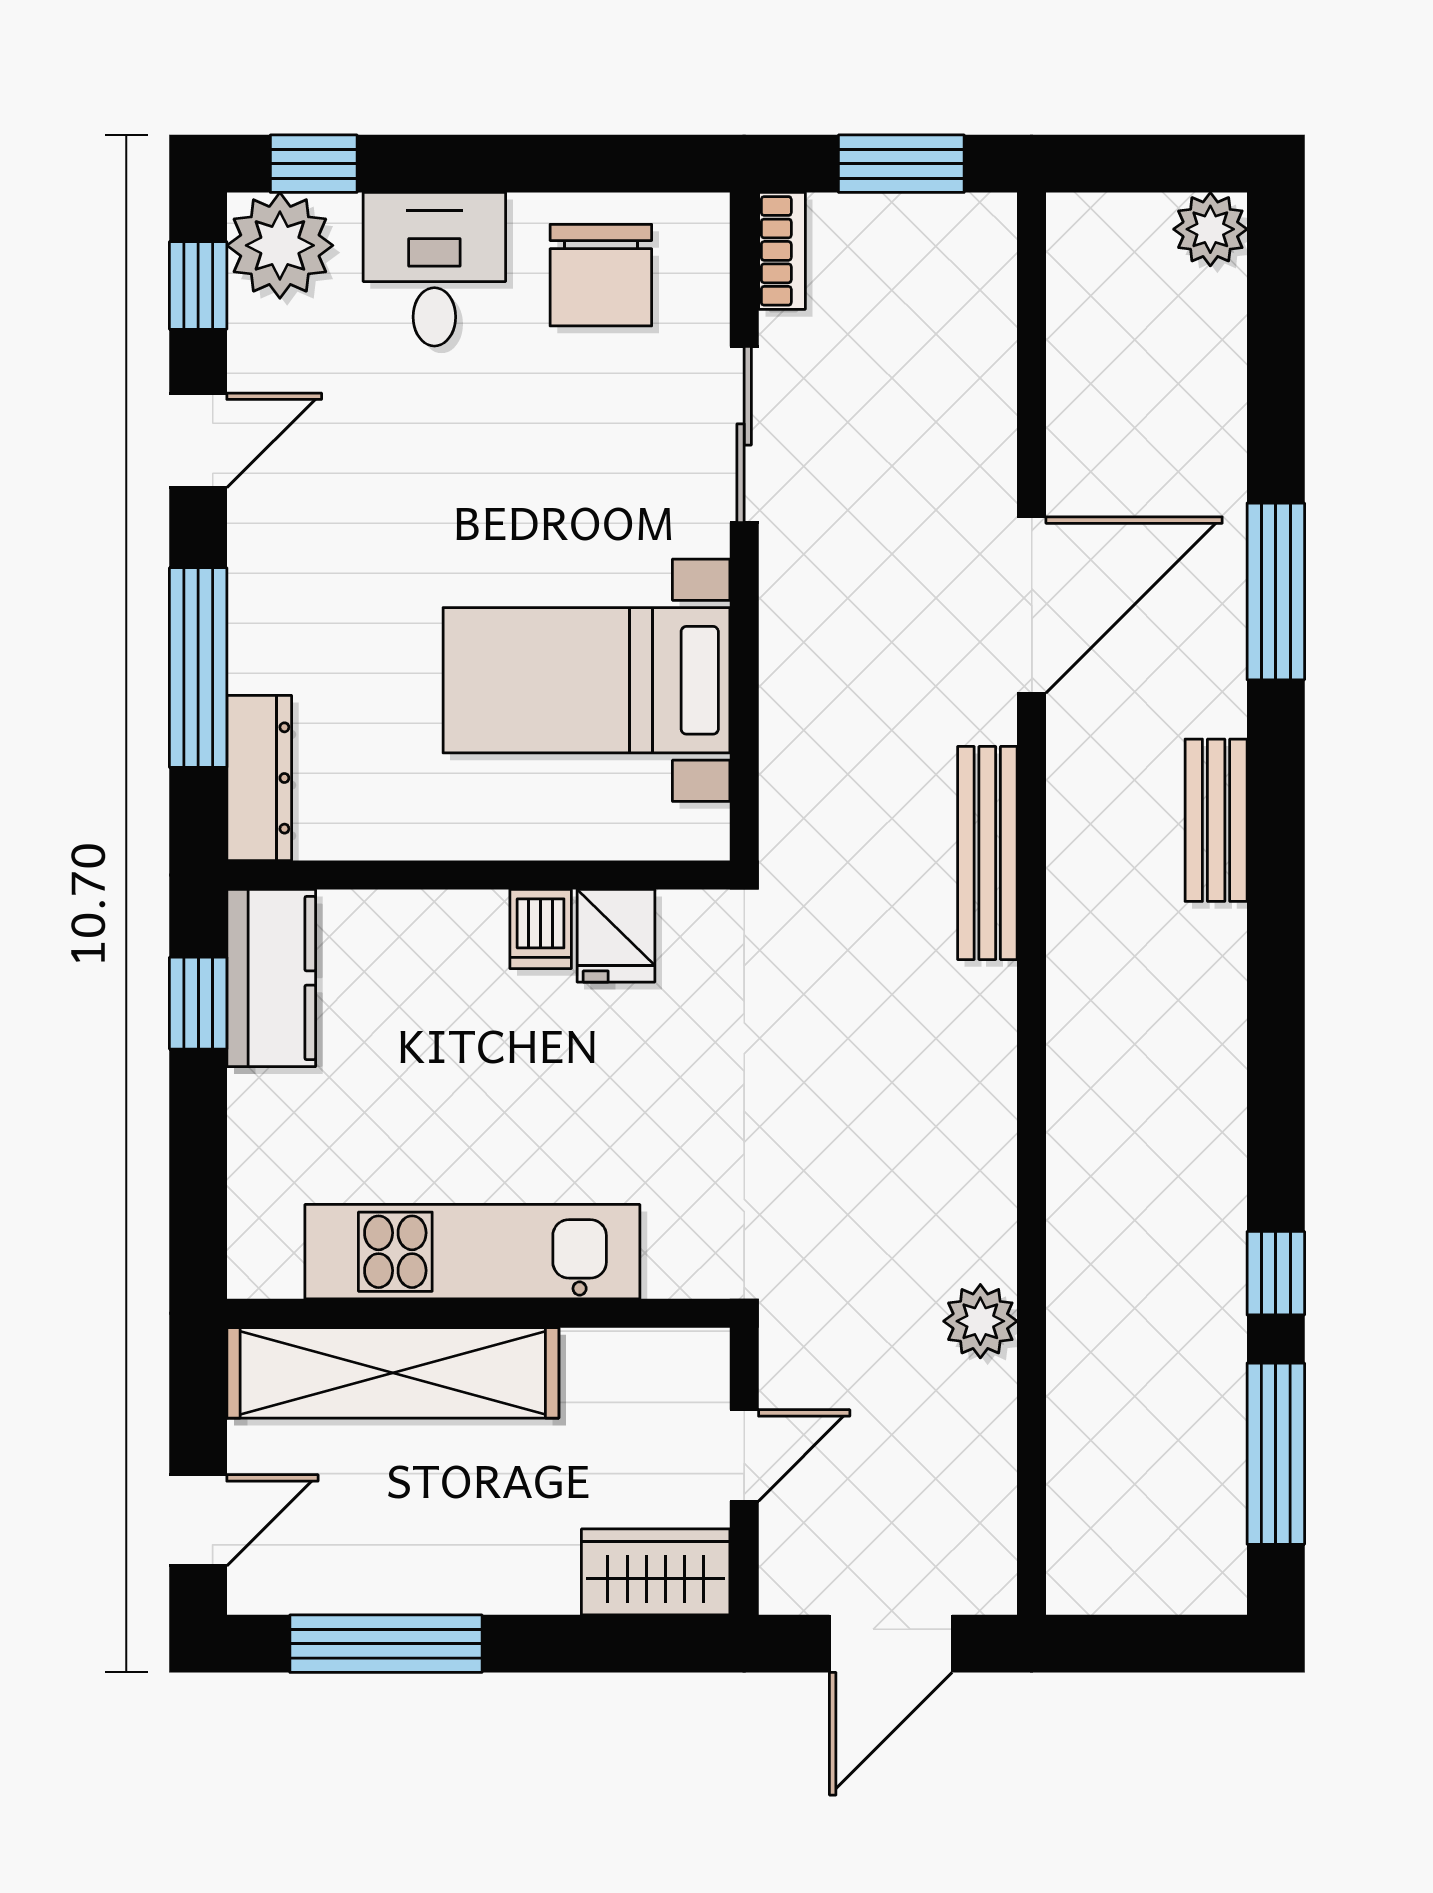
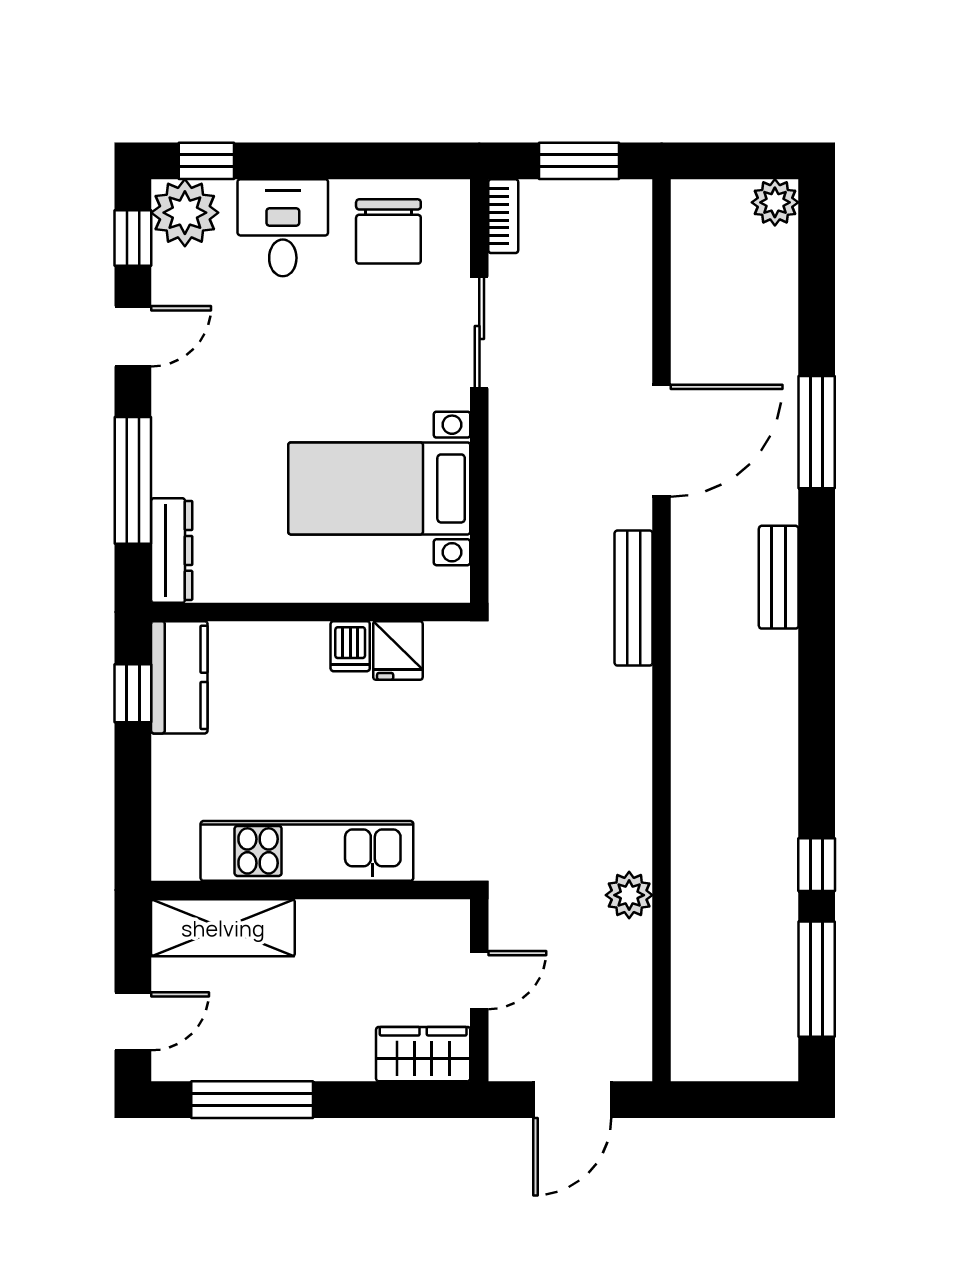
shelving: (393, 1373) -> (223, 928), width x0.68

